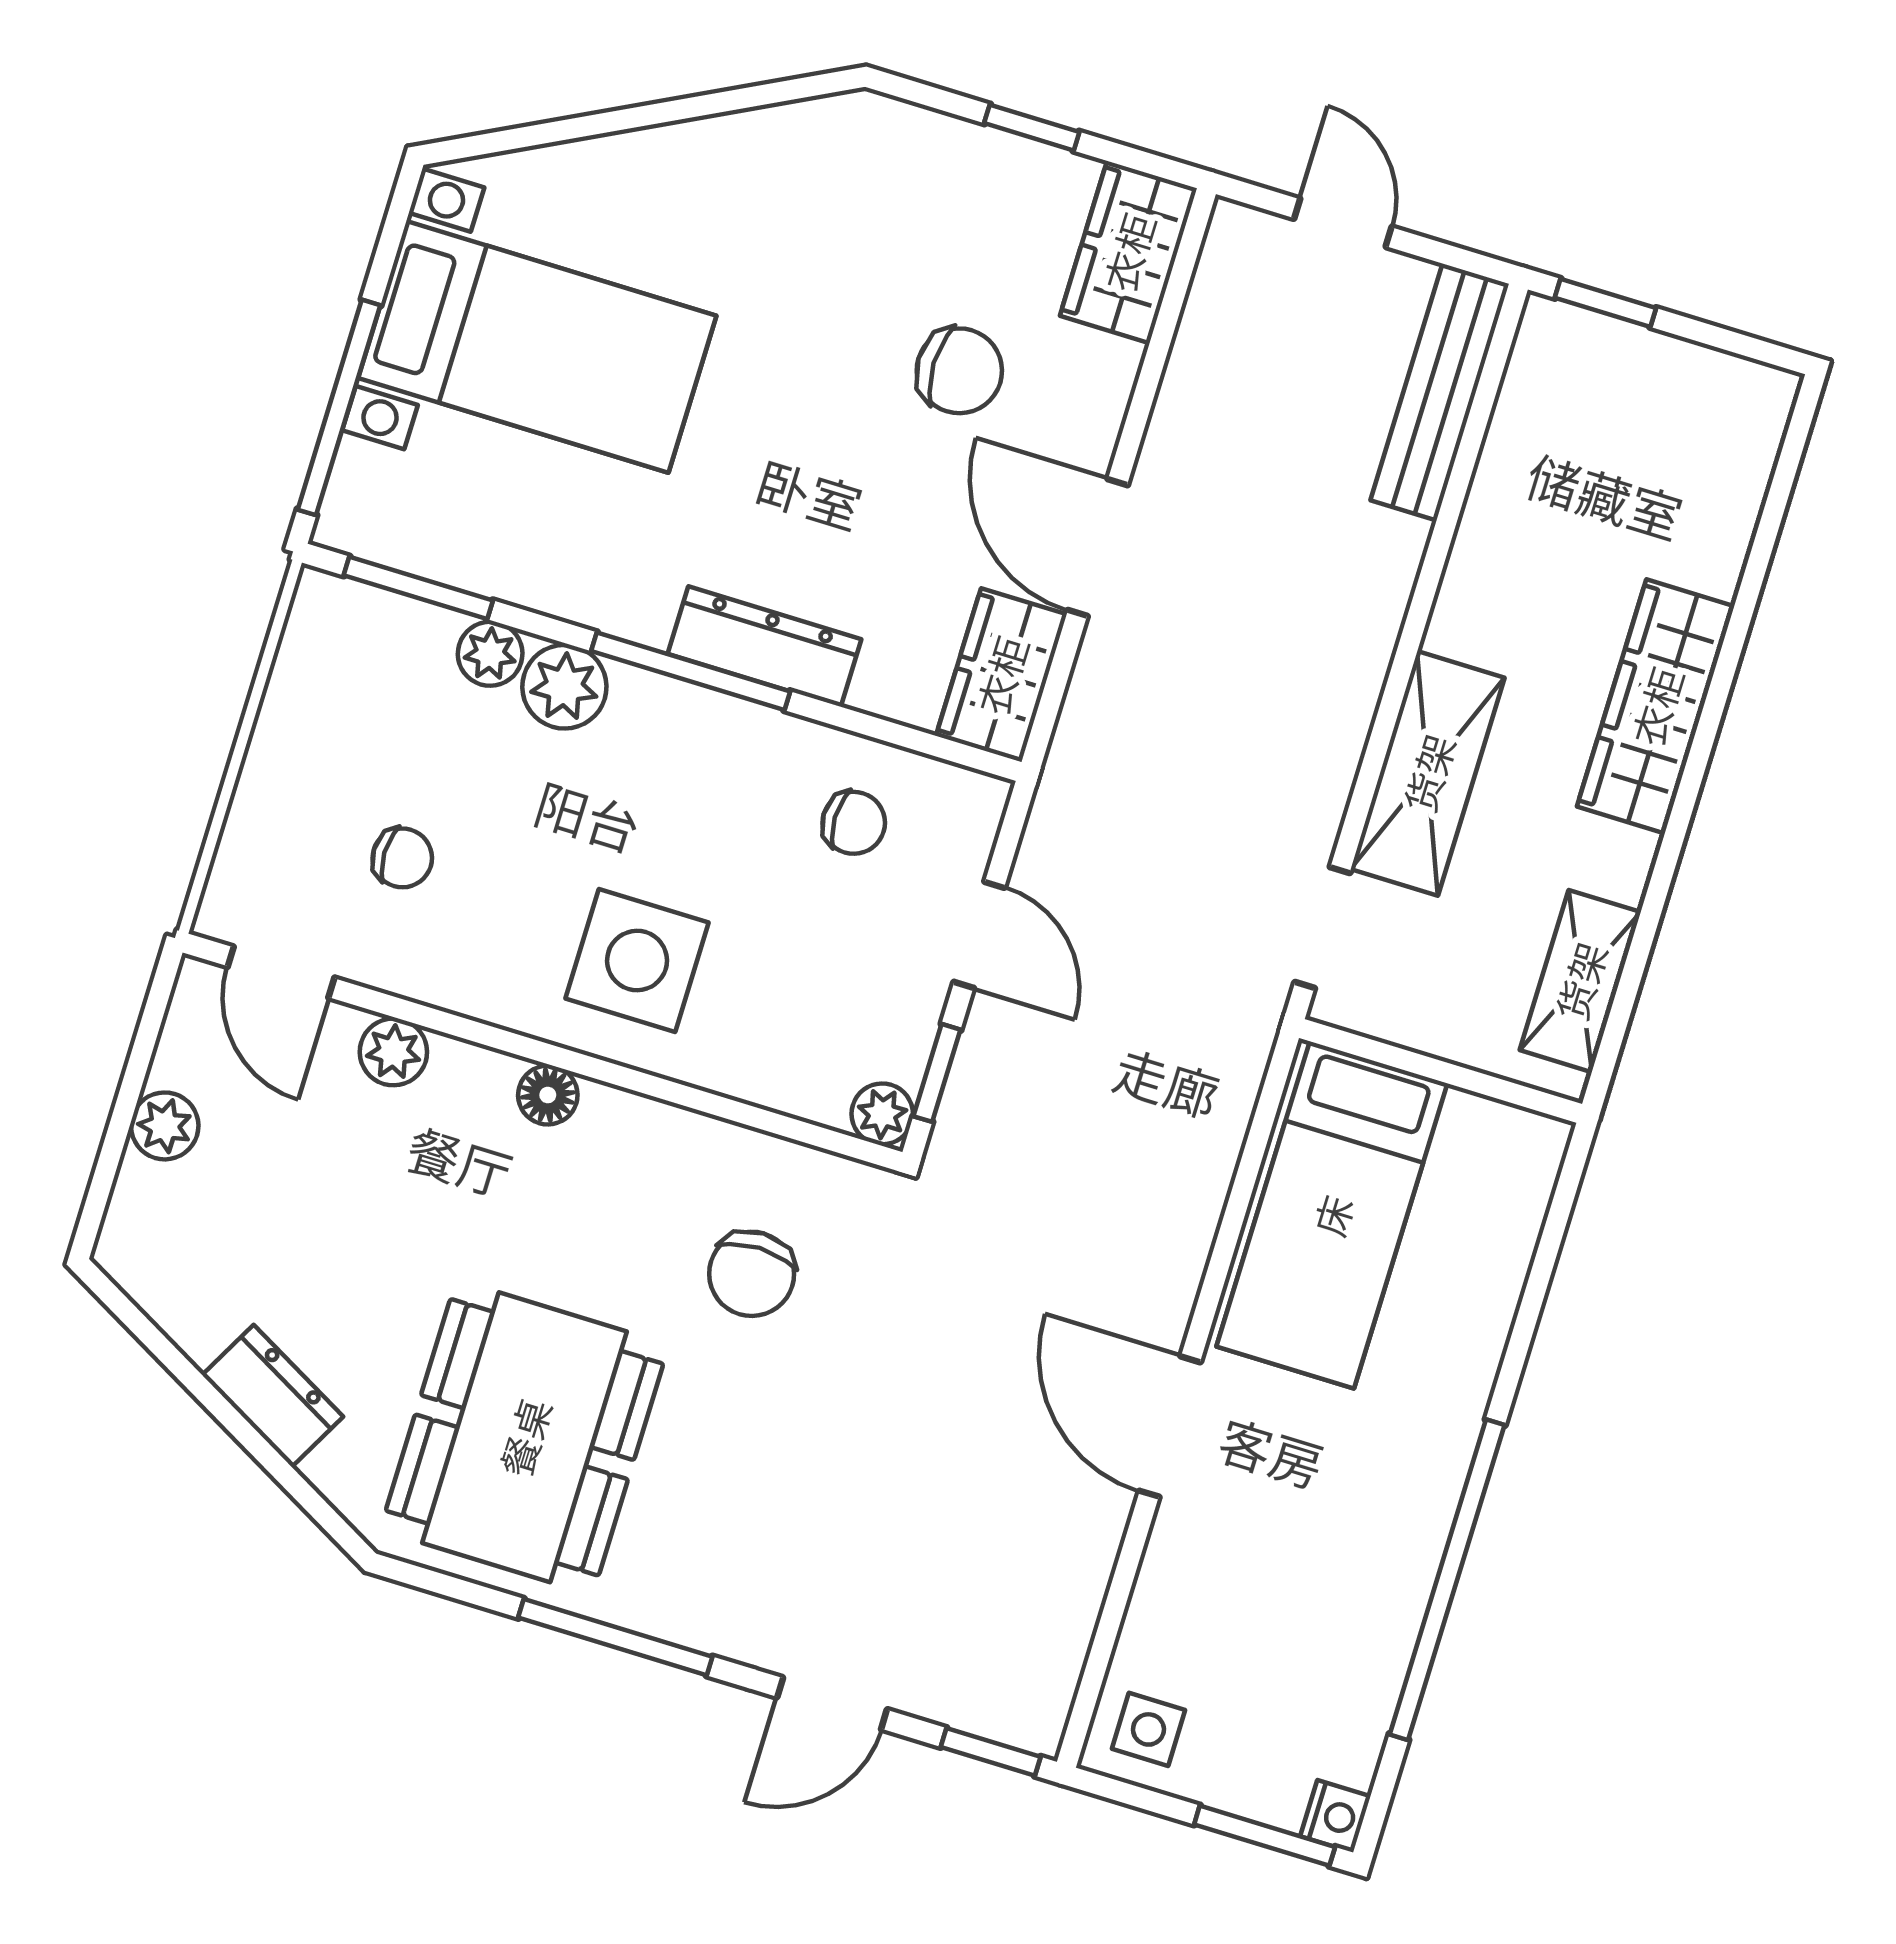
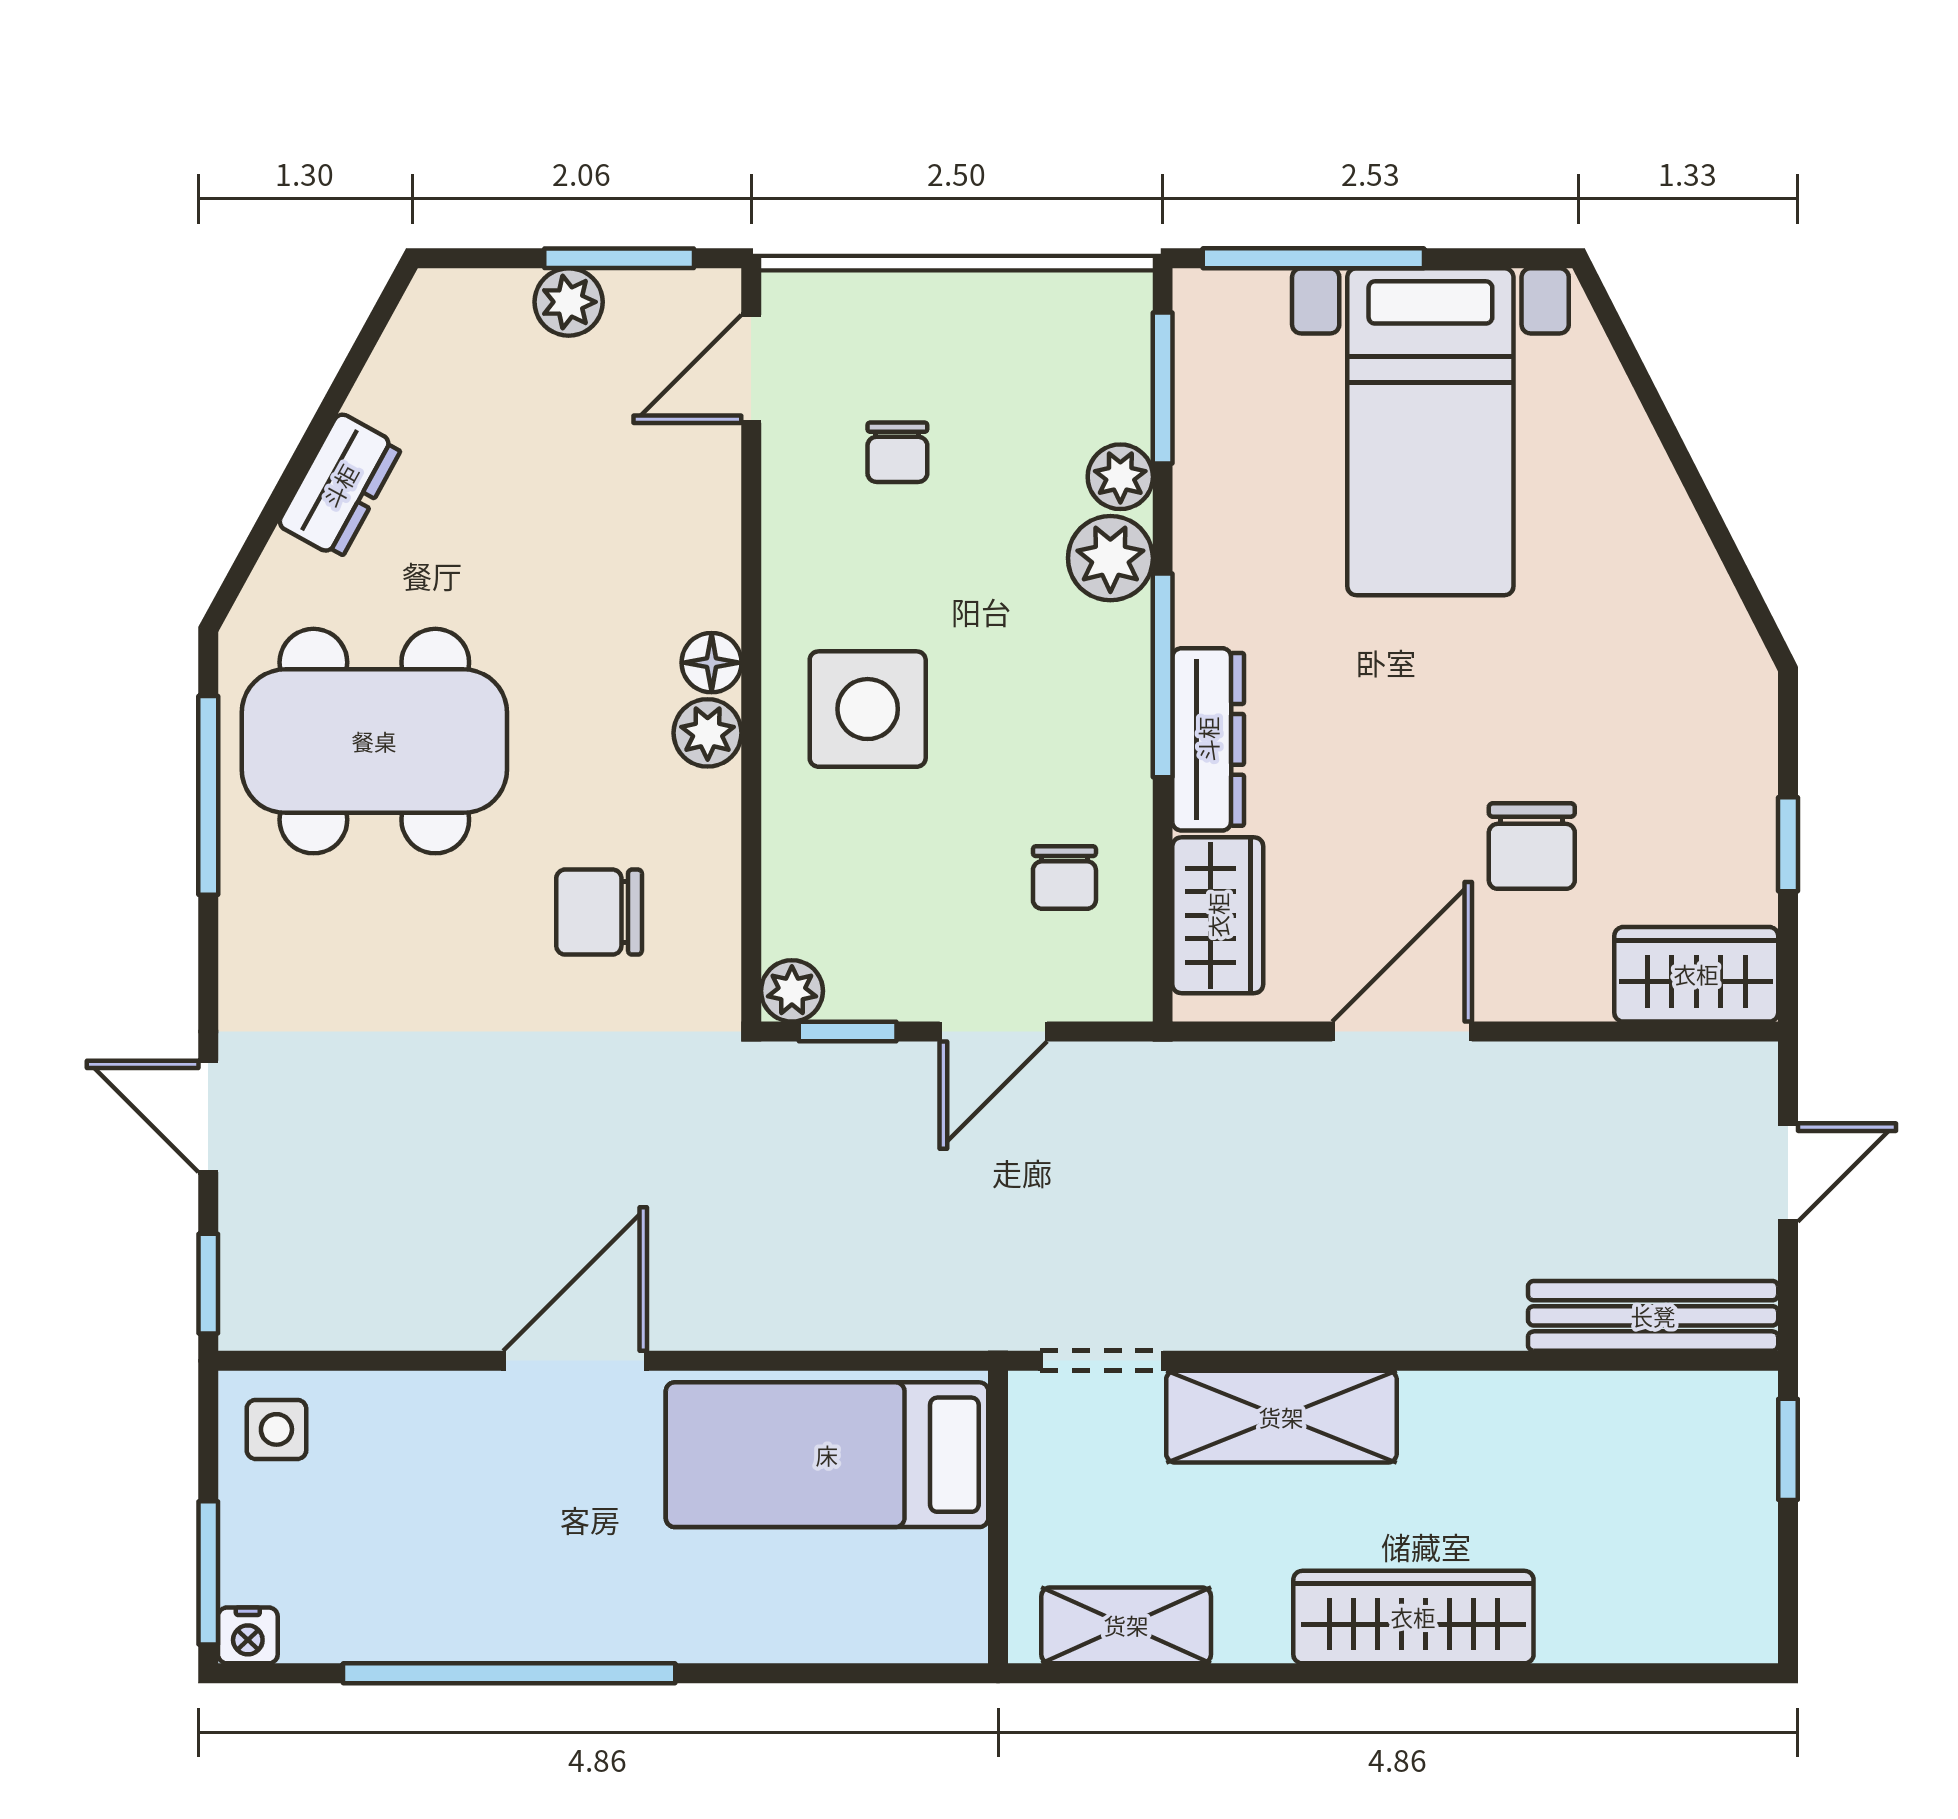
wardrobe: (1001, 675) -> (1218, 915), moved, turned 90
plant: (393, 1052) -> (708, 733), moved
window: (138, 1065) -> (619, 258), added
window: (615, 1637) -> (208, 795), moved

